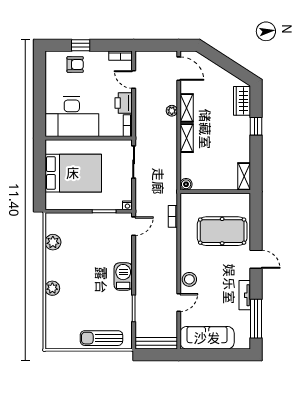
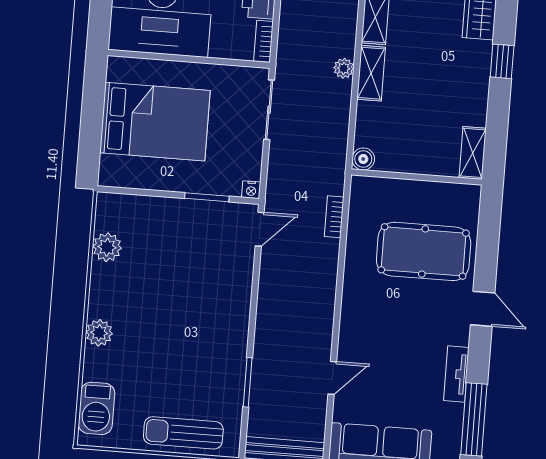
plant: (172, 111) -> (344, 68), moved
barbecue: (123, 277) -> (96, 408), moved, turned 180
stool: (189, 279) -> (355, 336), removed

